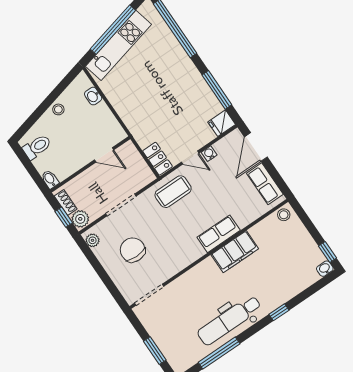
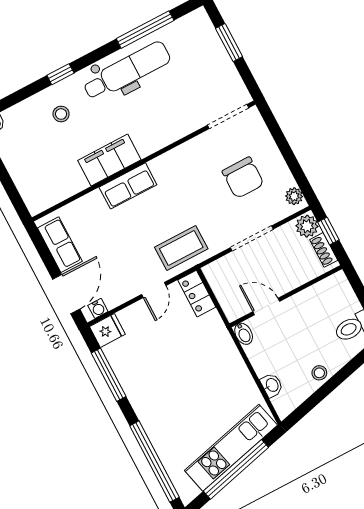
water cooler: (209, 154) -> (98, 308), moved
door: (190, 158) -> (154, 290), swing flipped
bidet: (50, 179) -> (244, 334), moved
stool: (284, 215) -> (61, 114), moved

